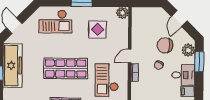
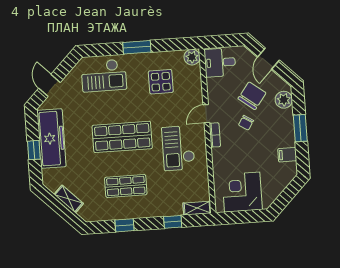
chair: (165, 45) -> (252, 96), turned 123
window: (199, 62) -> (300, 128), moved
desk: (183, 75) -> (220, 62), moved, turned 180

